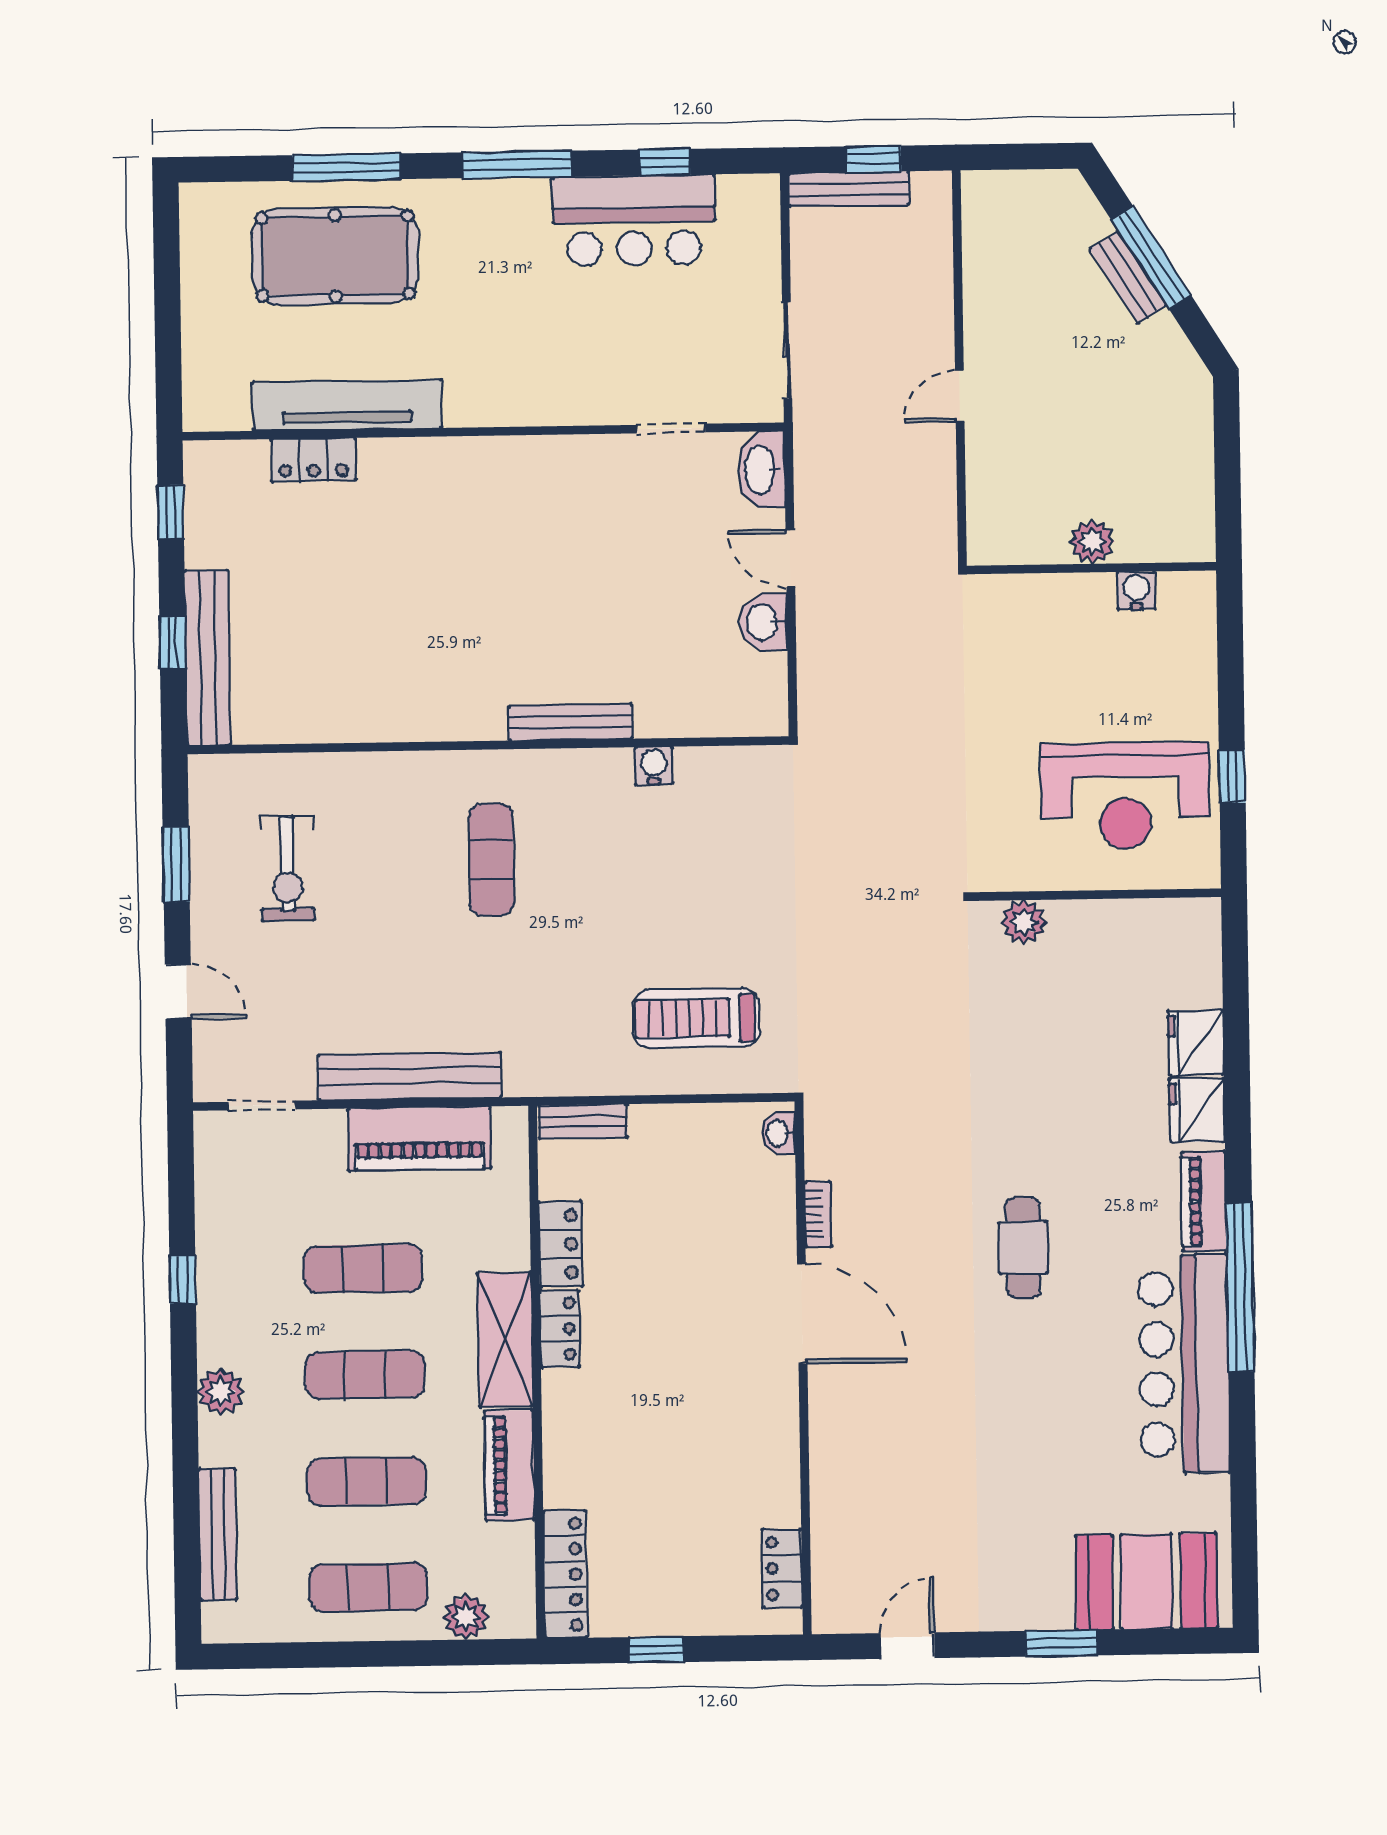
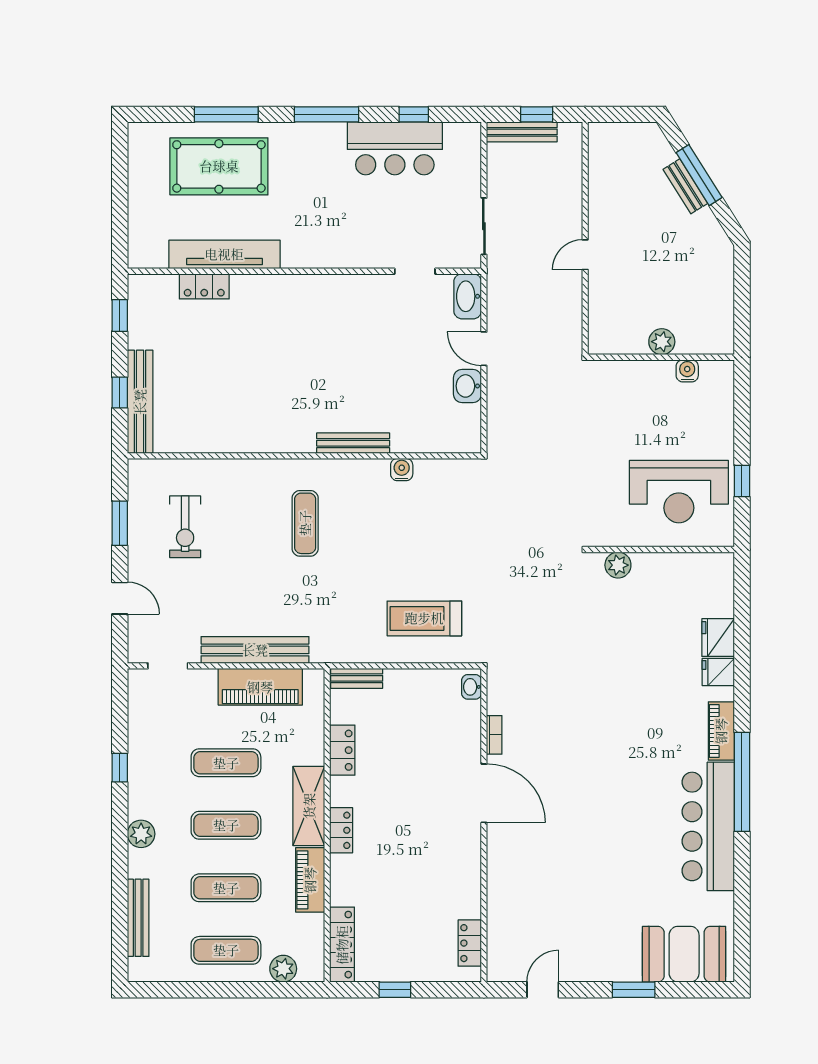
fridge: (1197, 1110) -> (718, 672), width x0.72
cafe table: (1023, 1248) -> (615, 757), removed
locker: (560, 1329) -> (341, 830), moved

